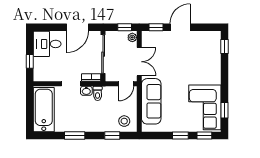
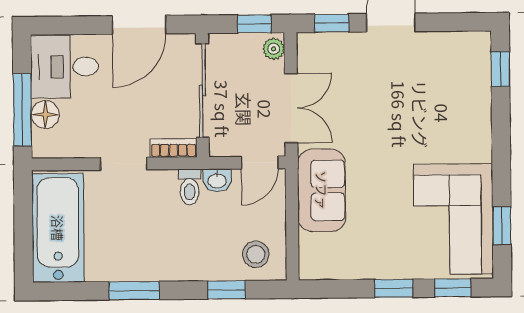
window: (30, 61) -> (22, 110), width x2.17
floor lamp: (39, 63) -> (45, 115), added
washbasin: (86, 91) -> (217, 180), moved
sofa: (151, 101) -> (322, 190), width x0.73

